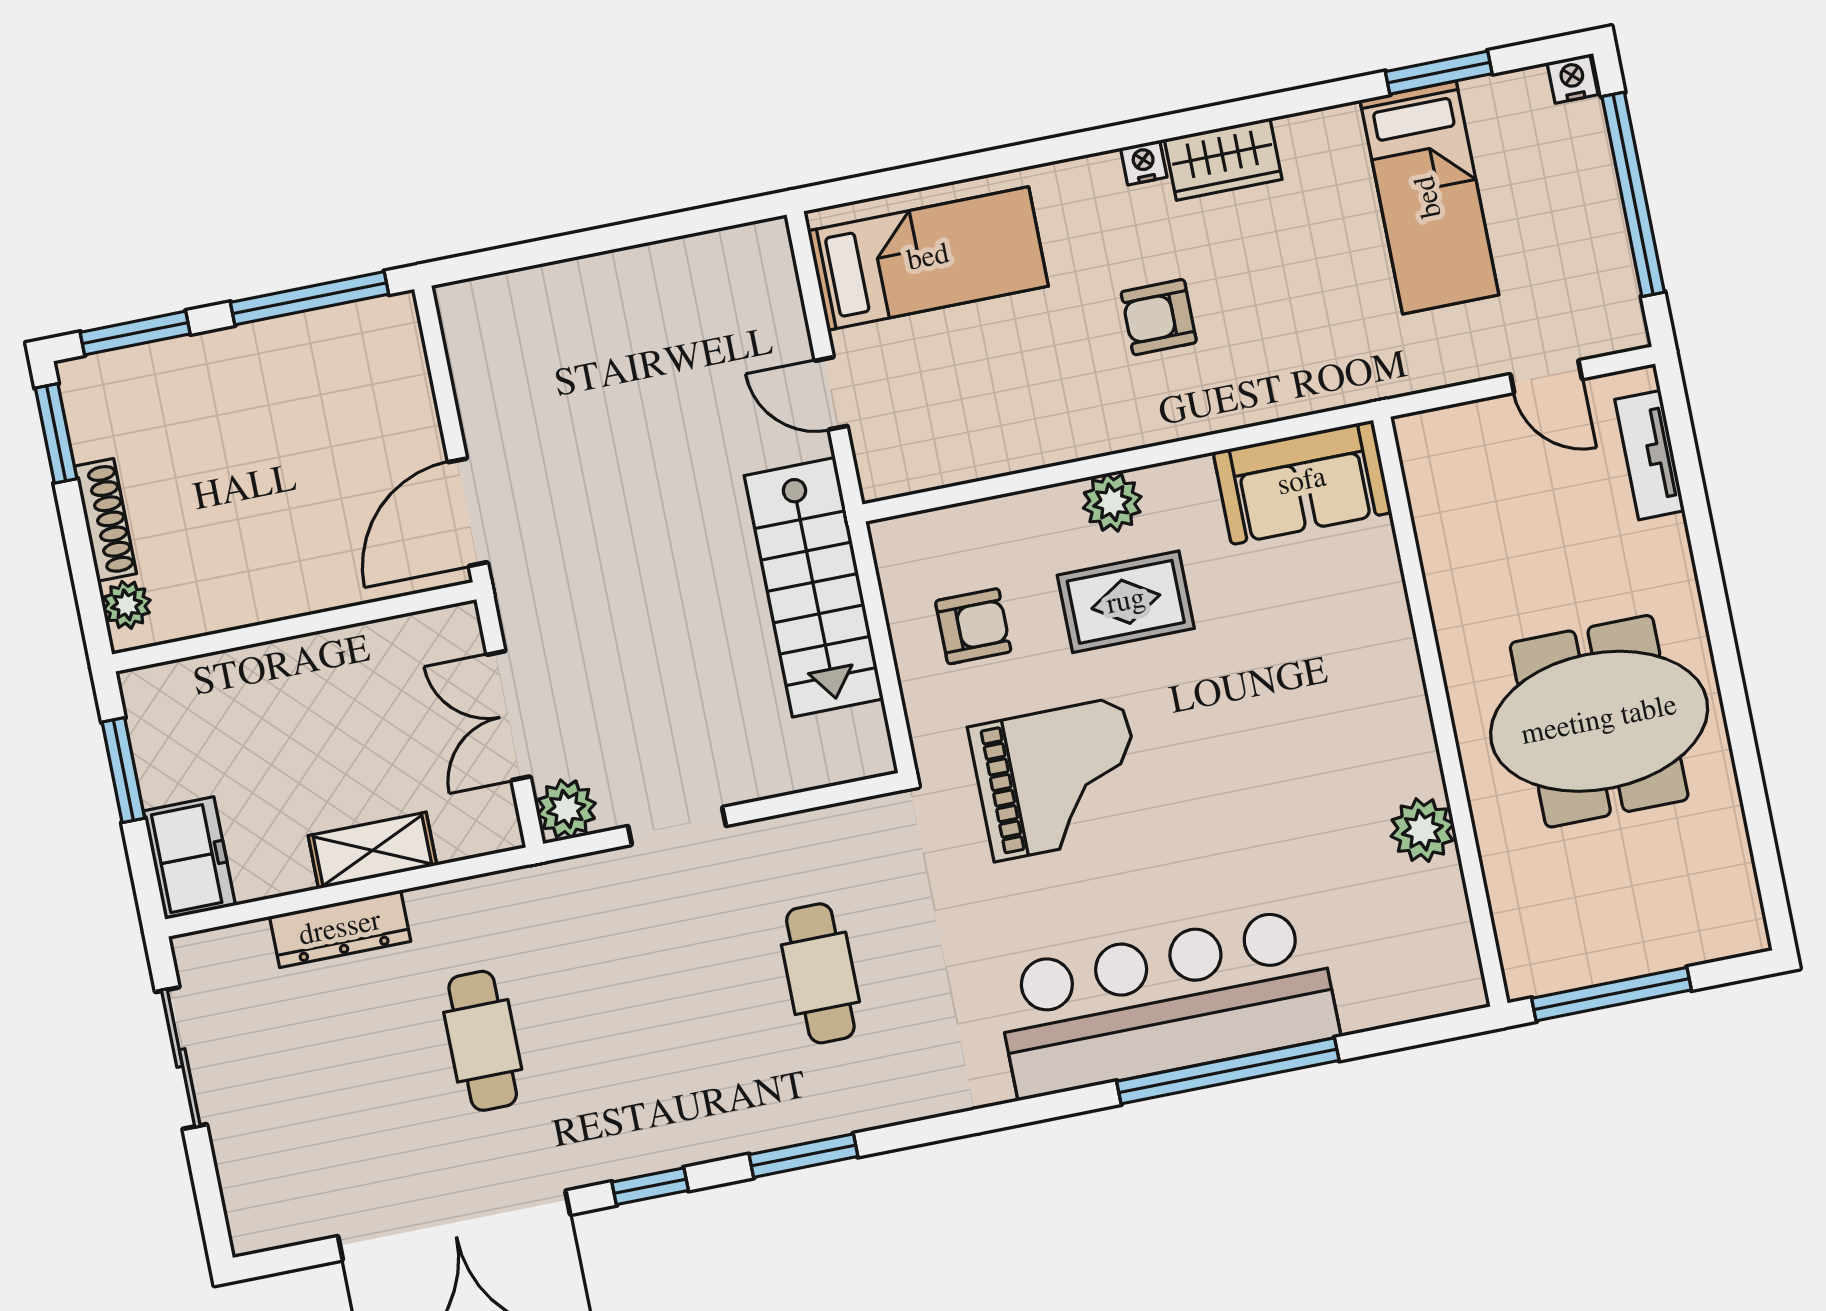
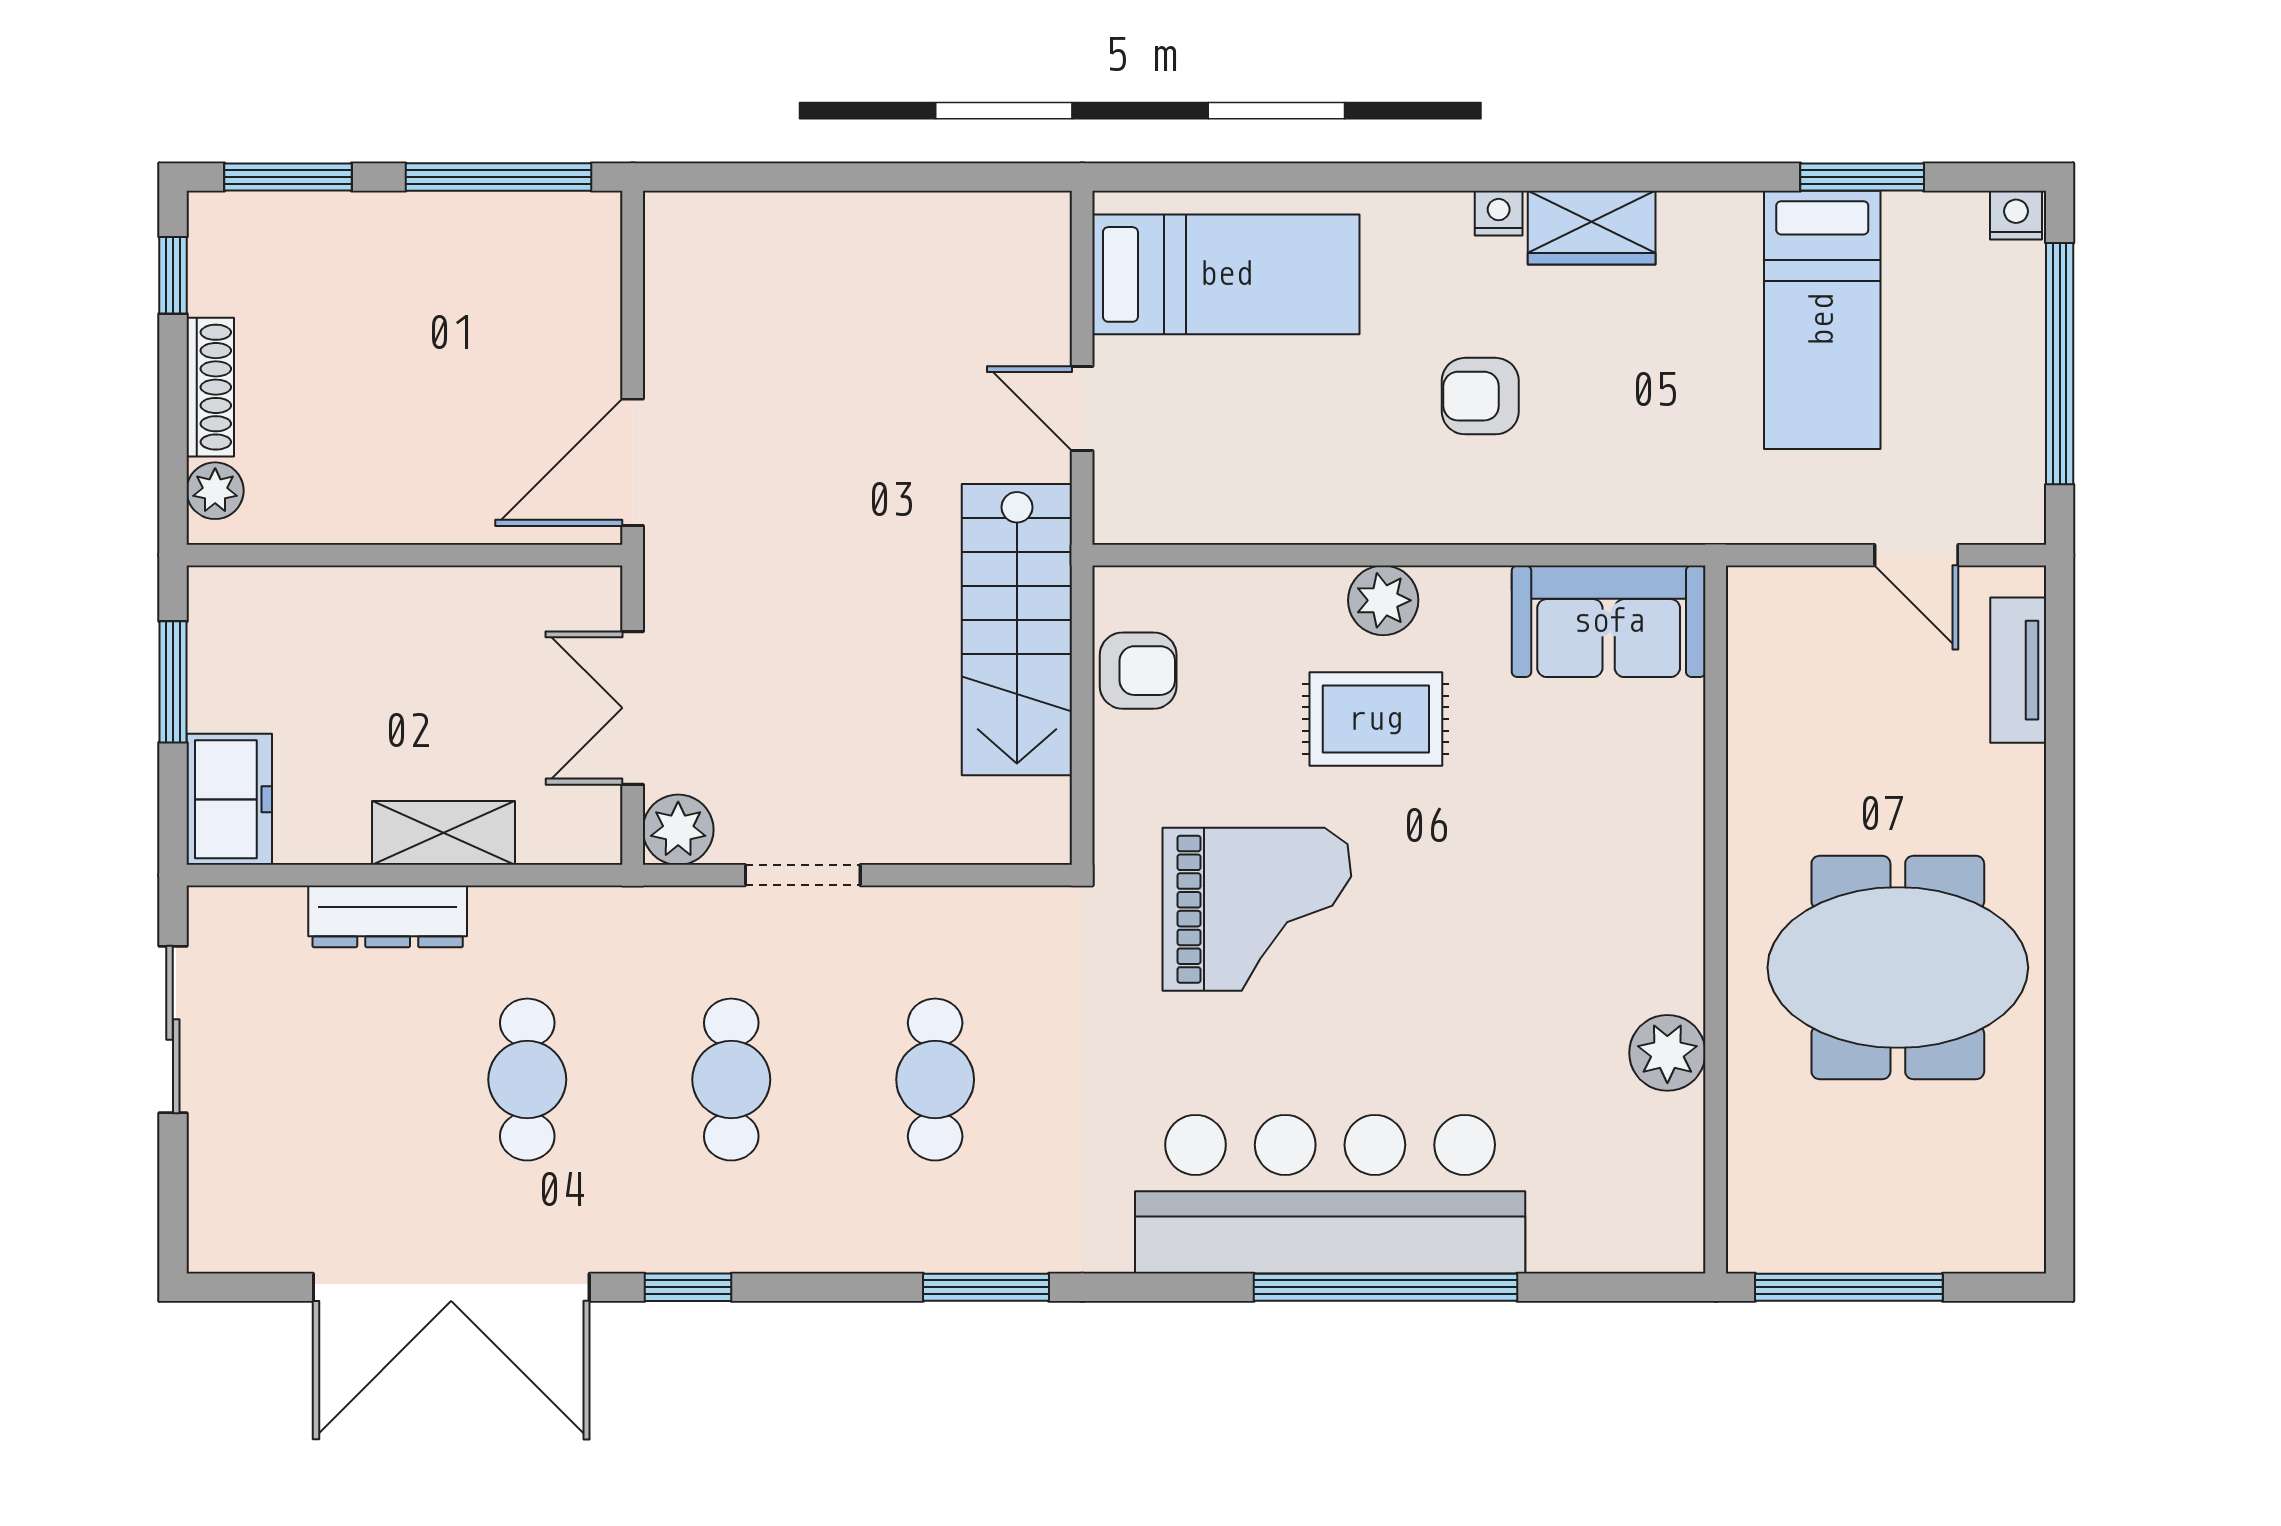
window: (56, 433) -> (173, 275), width x0.67
armchair: (973, 626) -> (1138, 671), moved
cafe table: (652, 1007) -> (731, 1080), added
window: (804, 1156) -> (986, 1287), moved

